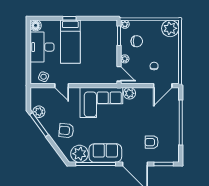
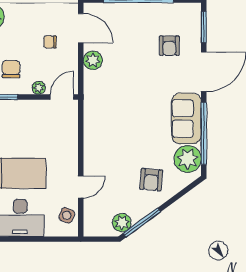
plant: (129, 93) -> (93, 60), moved
corner sofa: (101, 102) -> (107, 125), removed

